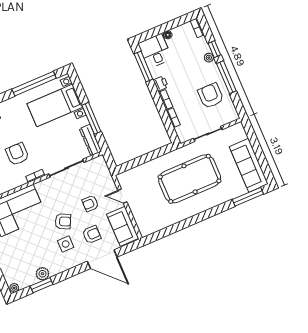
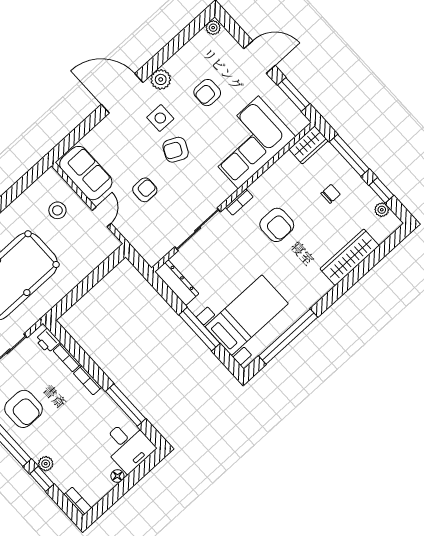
window: (143, 66) -> (126, 405), moved
printer: (161, 83) -> (48, 341), moved
window: (91, 118) -> (199, 329), moved
door: (122, 196) -> (102, 217), hinge flipped
stool: (148, 210) -> (57, 210), added
armchair: (92, 235) -> (207, 93), moved
door: (102, 259) -> (122, 93), moved
plant: (42, 274) -> (161, 79), moved
window: (42, 285) -> (174, 46), removed

